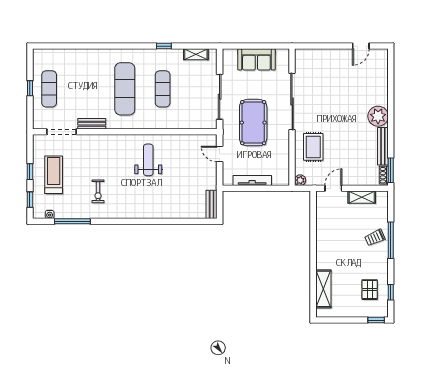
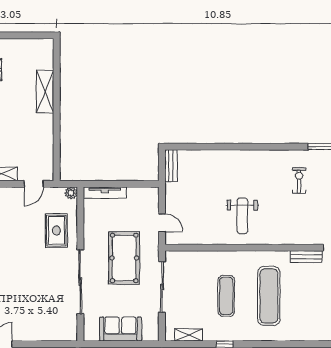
tv unit: (252, 181) -> (105, 193), moved
shelving: (323, 289) -> (45, 92), moved

